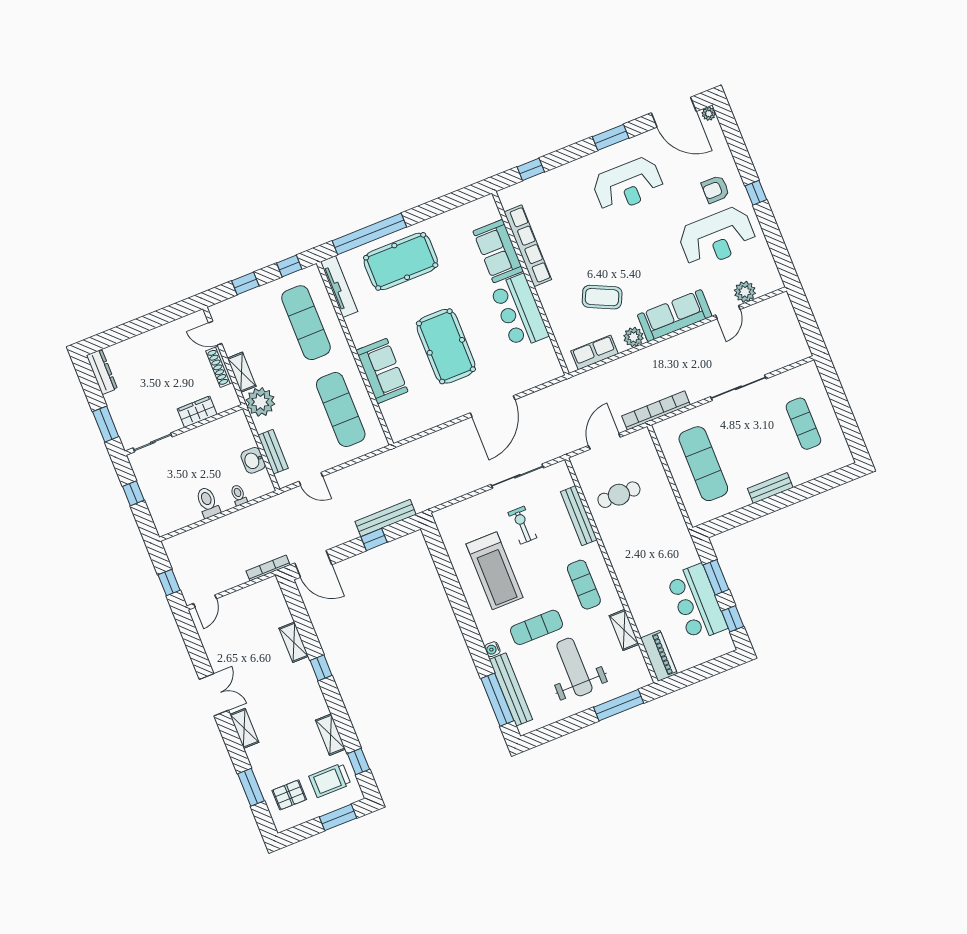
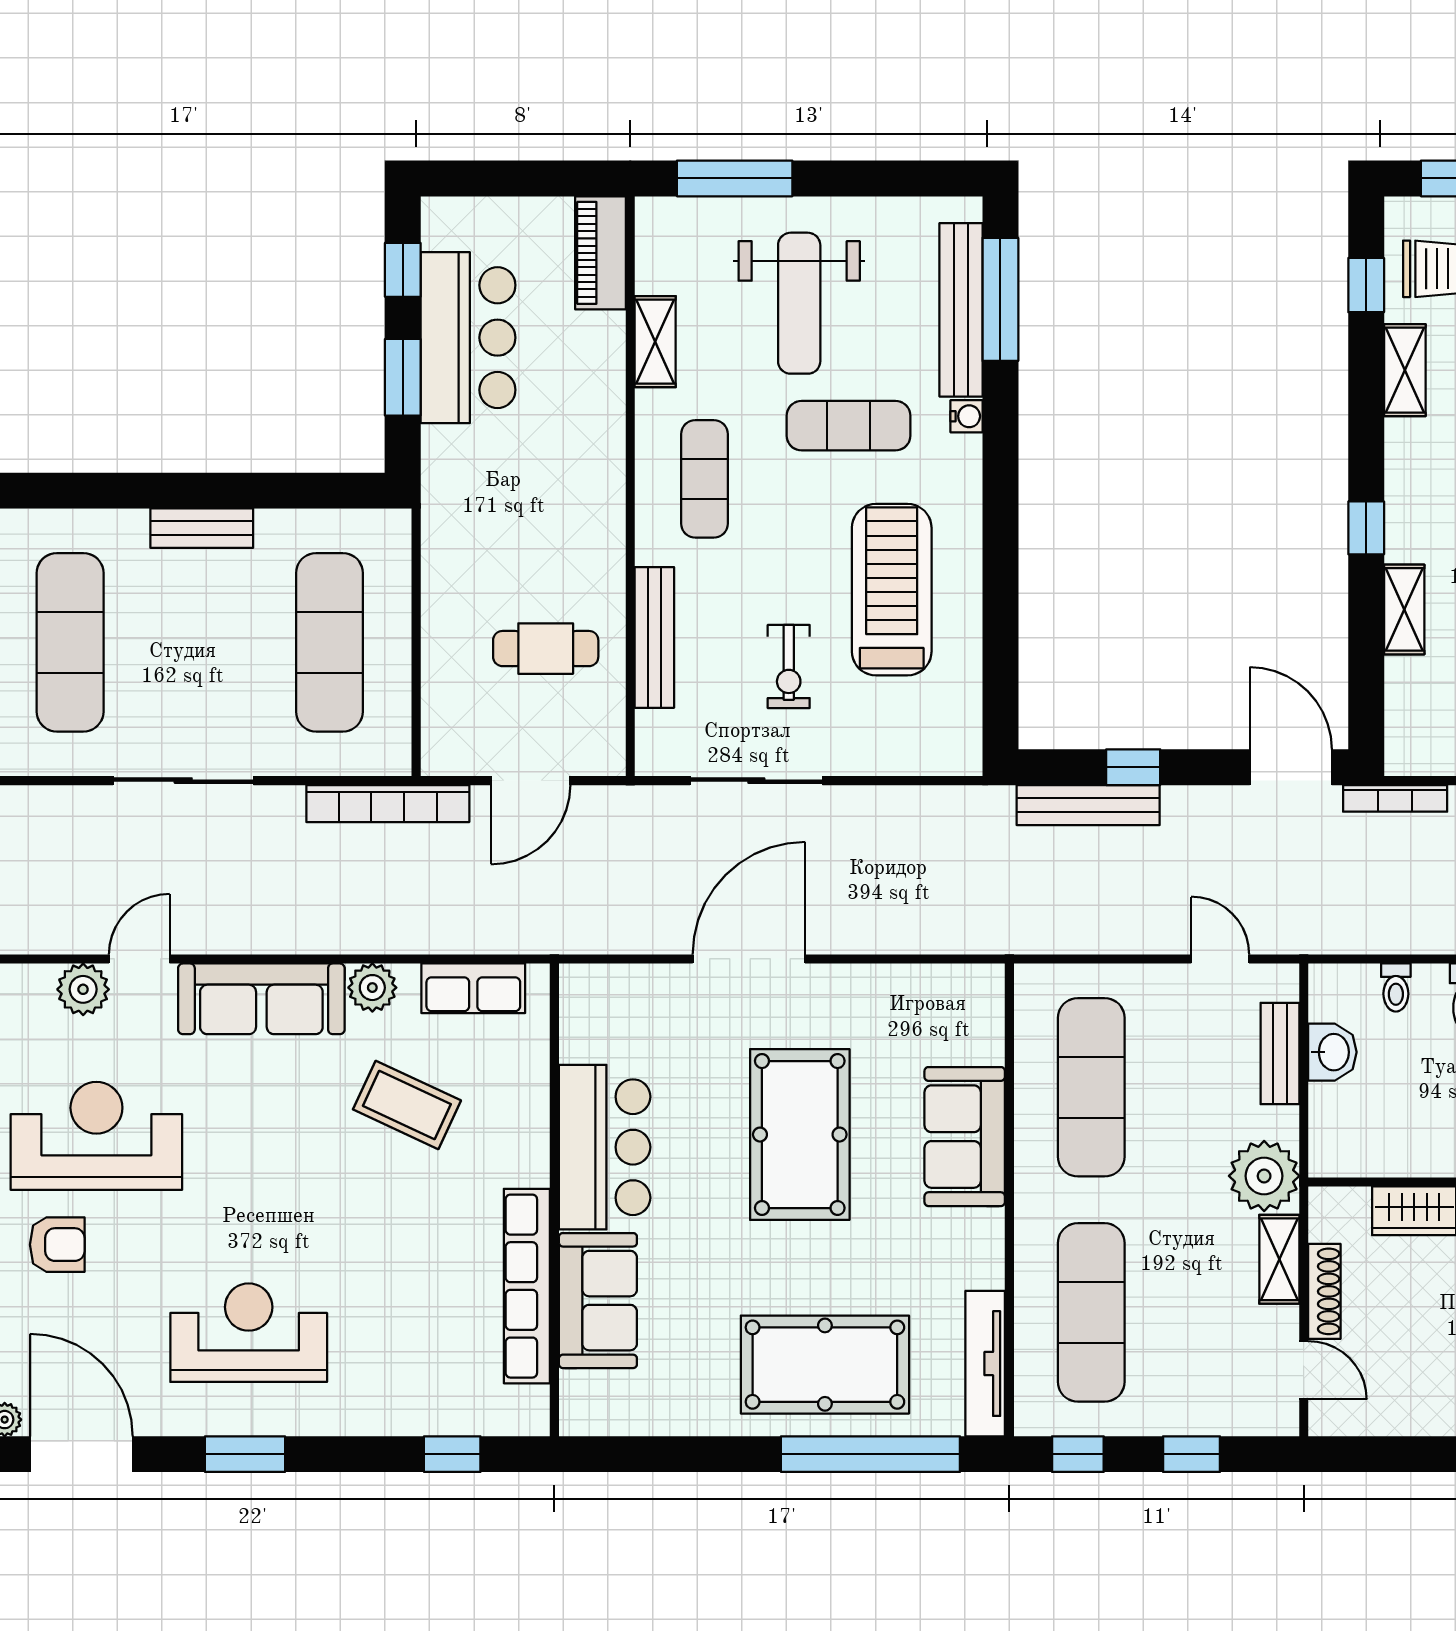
exercise mat: (803, 424) -> (70, 642), width x1.36, depth x1.45

